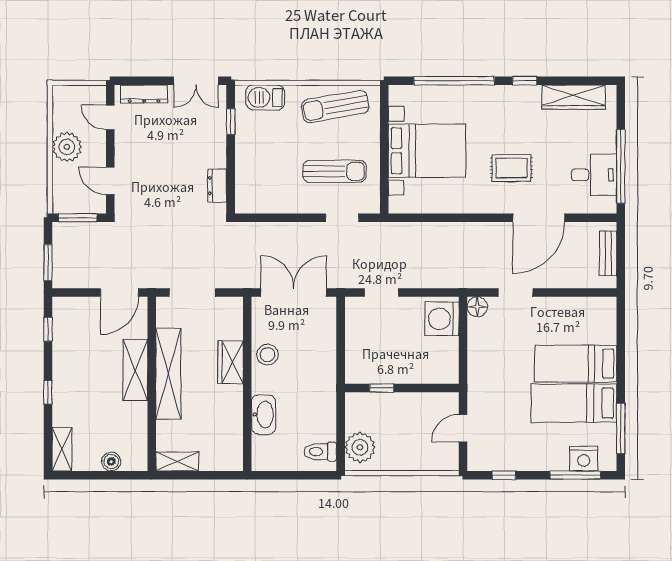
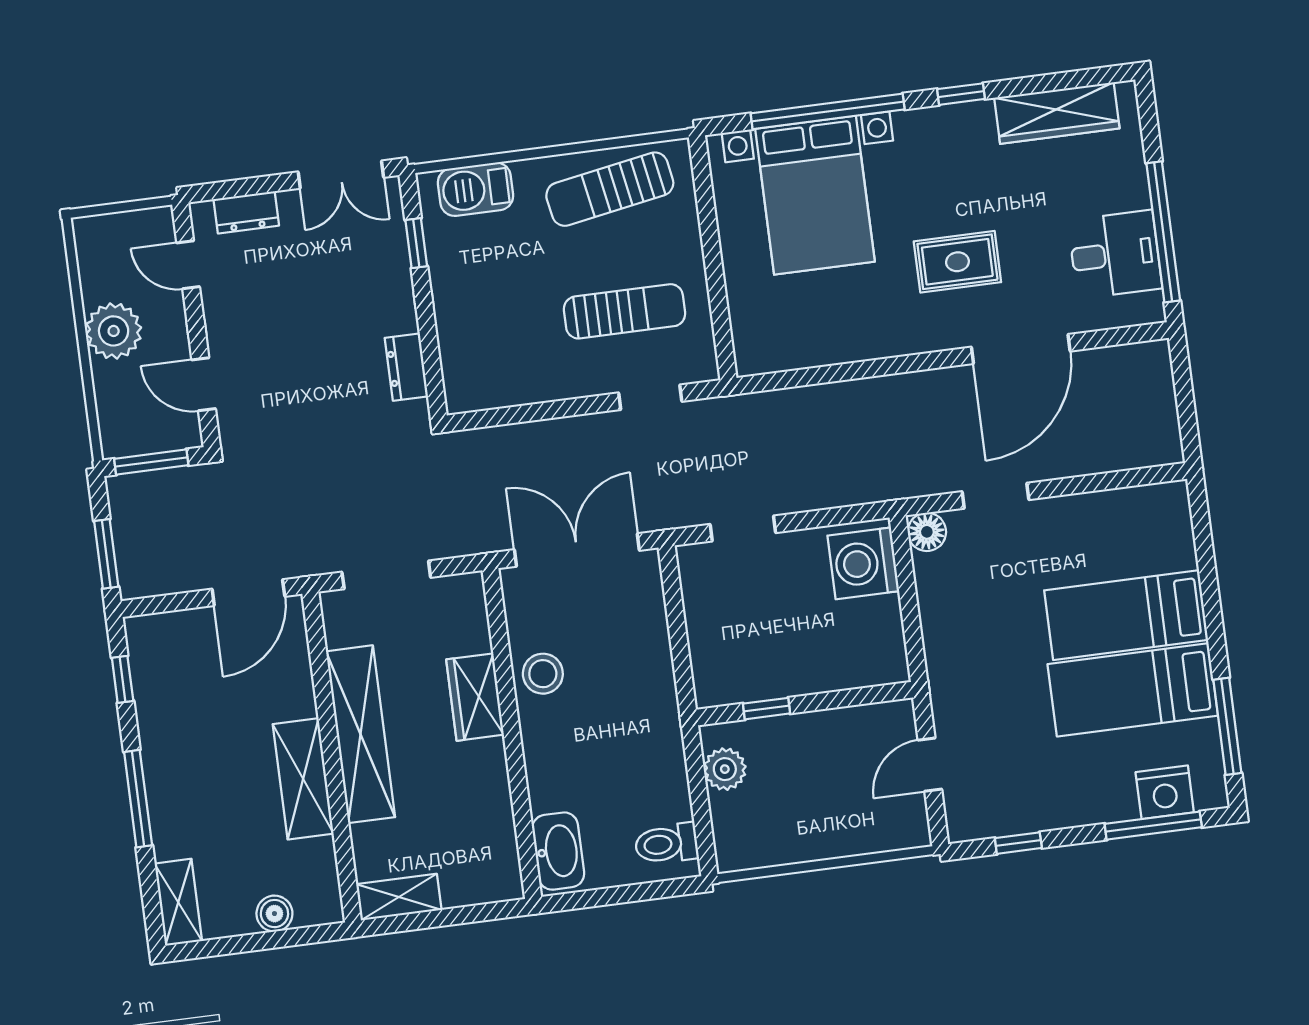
dresser: (144, 94) -> (246, 212), width x0.70
bed with nightstands: (427, 151) -> (815, 195), moved, turned 90
bench: (608, 253) -> (1161, 399), removed
shelving: (135, 370) -> (303, 779), moved
window: (48, 392) -> (138, 799), width x2.17
washbasin: (263, 414) -> (558, 851), moved
plant: (360, 447) -> (725, 769), moved, width x0.73, depth x0.73

